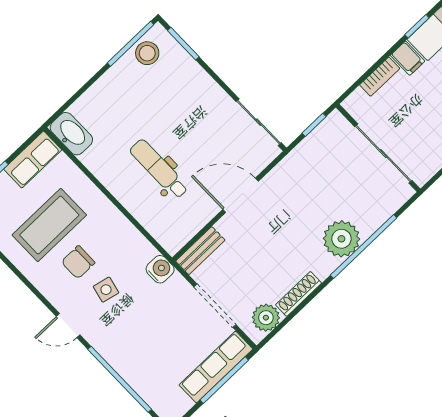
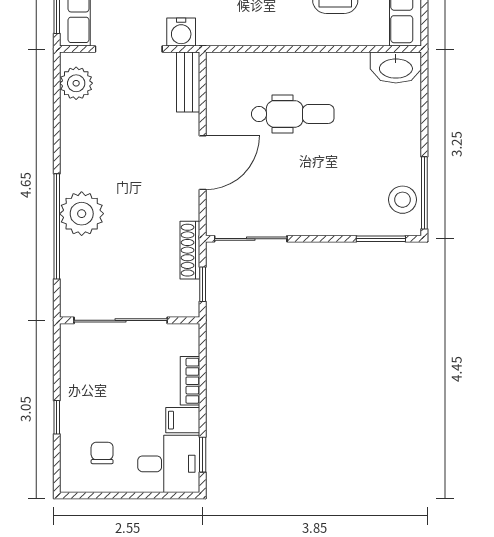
water cooler: (160, 269) -> (181, 32), moved
shoe rack: (299, 294) -> (190, 250), moved, turned 180

